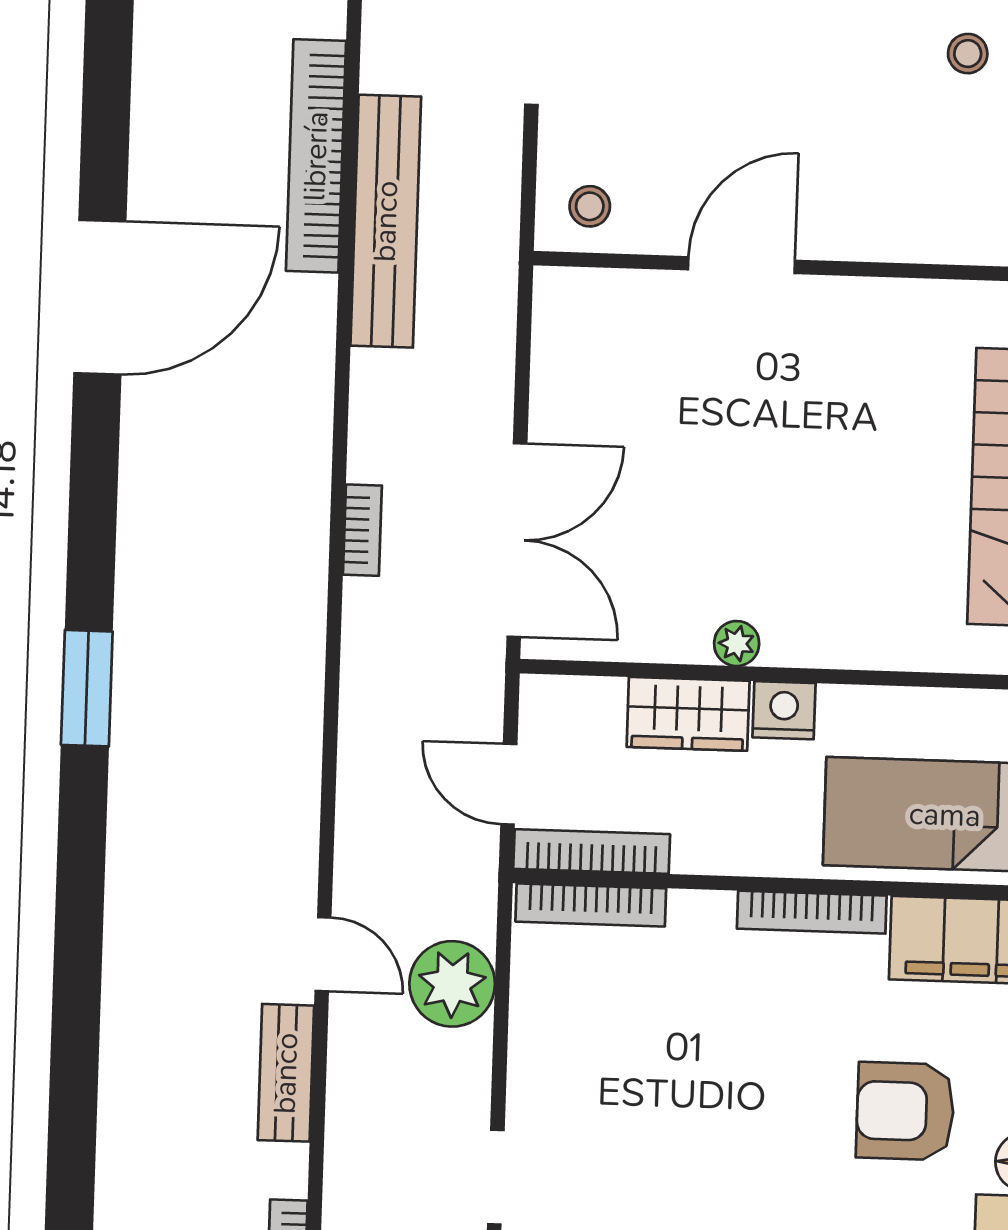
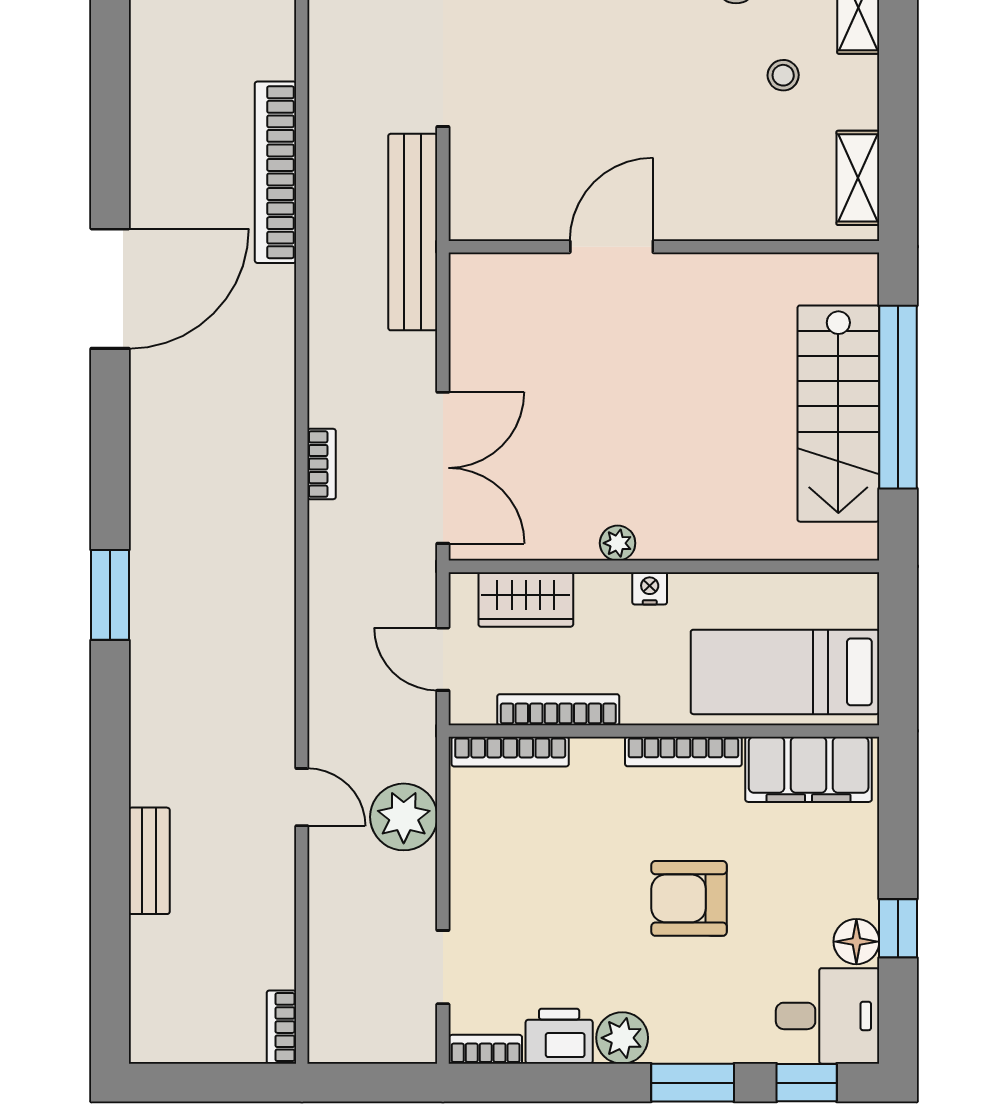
stool: (590, 206) -> (491, 205), removed
bench: (386, 221) -> (413, 232), moved
nightstand: (784, 710) -> (650, 588), width x0.72, depth x0.74
wardrobe: (688, 714) -> (526, 599), moved
bookcase: (592, 851) -> (558, 710), moved
bench: (286, 1073) -> (149, 861), moved
armchair: (905, 1111) -> (689, 898), moved

